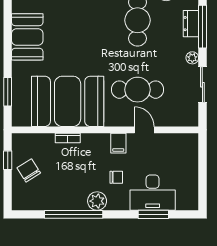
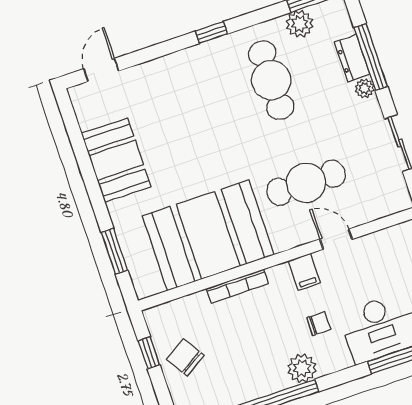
plant: (192, 58) -> (365, 88), moved
bookcase: (68, 138) -> (237, 286), width x1.56

